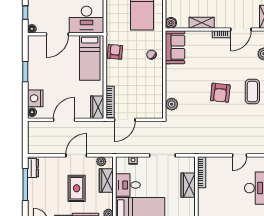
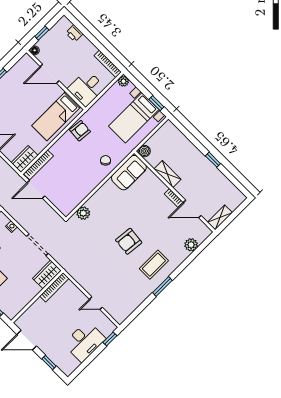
desk: (87, 20) -> (86, 88), width x0.73
wardrobe: (188, 185) -> (47, 274), moved

